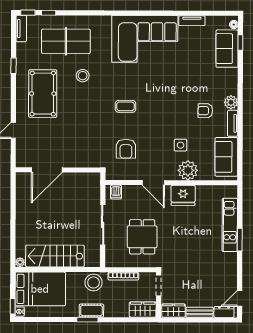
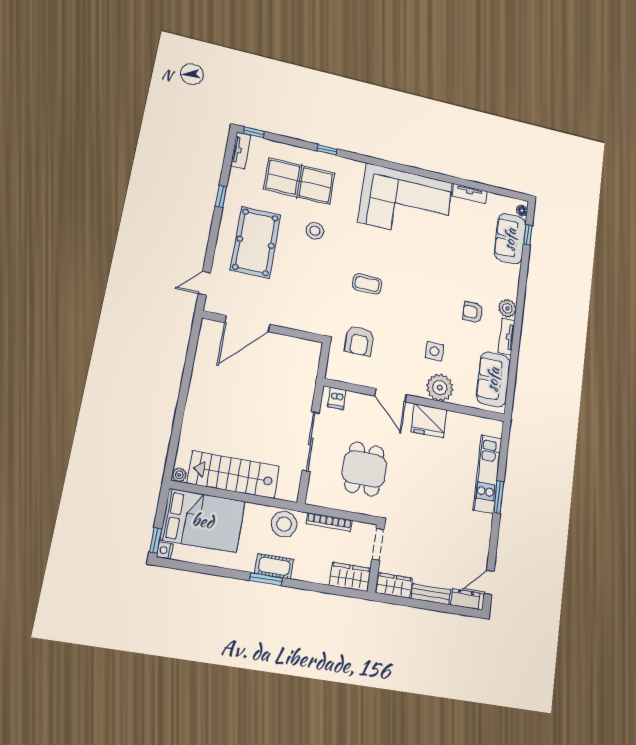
window: (49, 13) -> (327, 150), moved
door: (47, 170) -> (247, 323), moved
wall: (58, 170) -> (263, 327), moved

